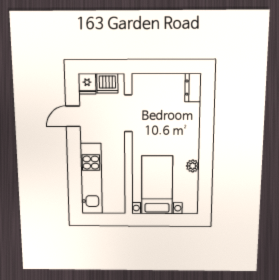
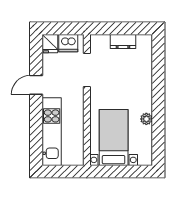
dresser: (193, 88) -> (123, 41), moved, turned -90
door: (73, 116) -> (36, 85), moved

